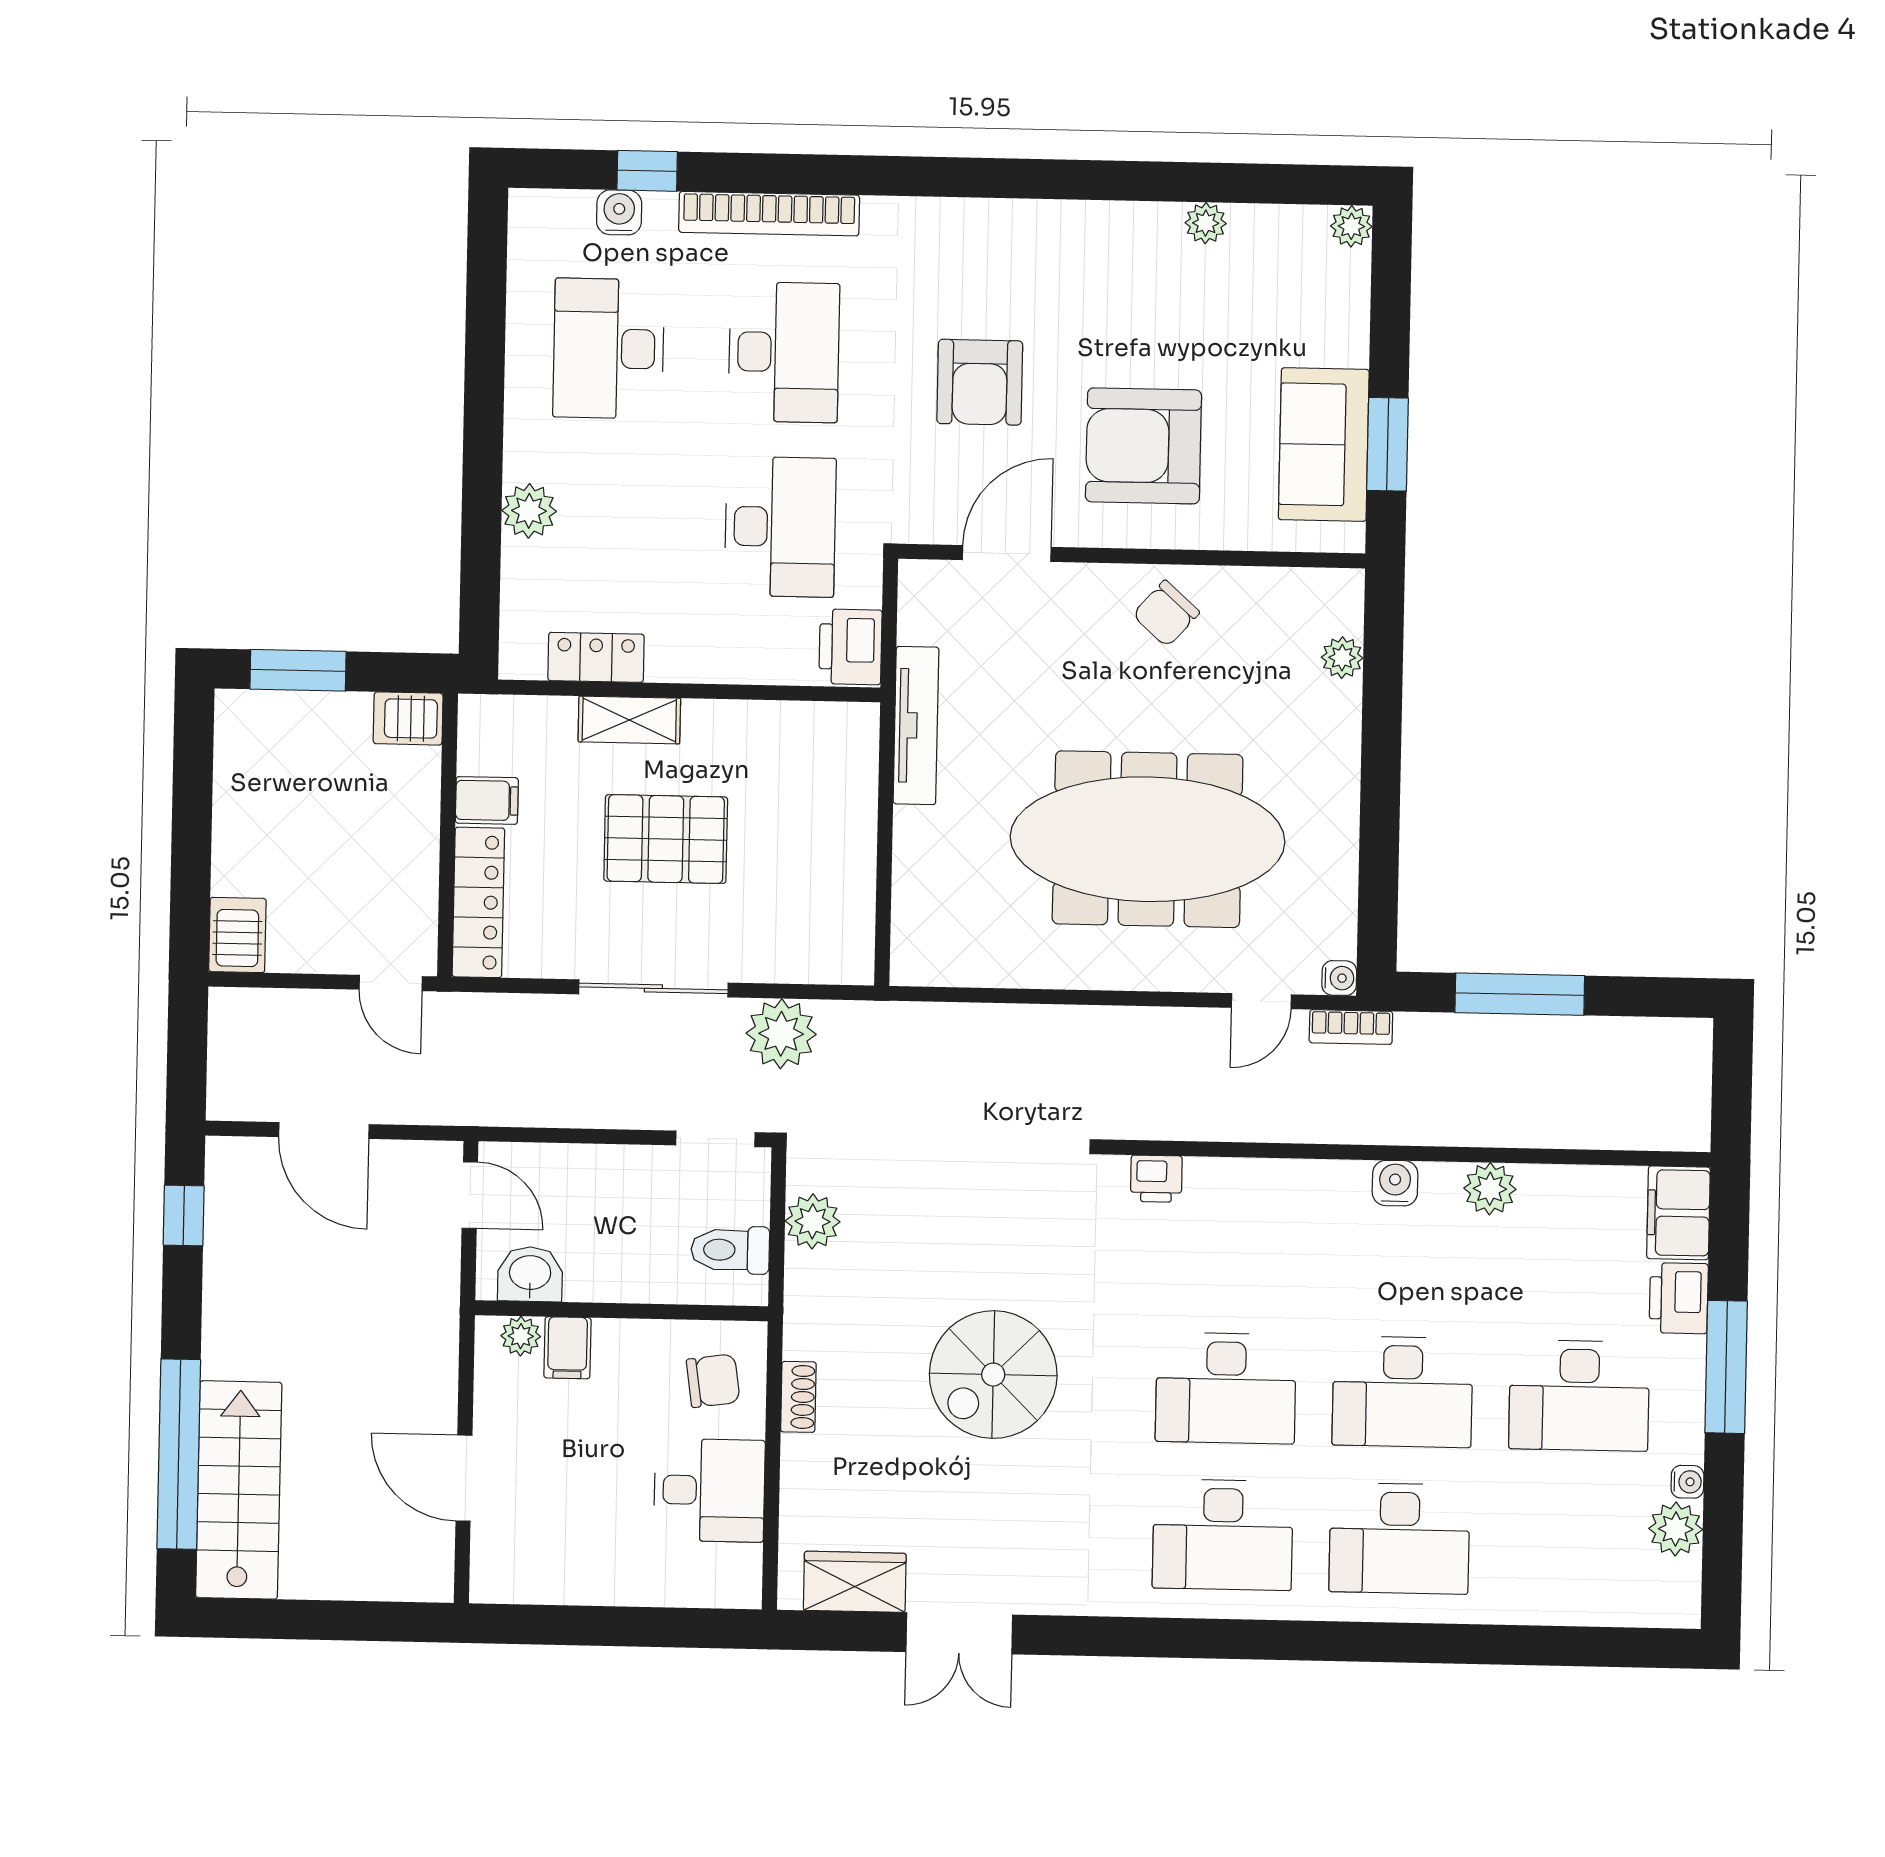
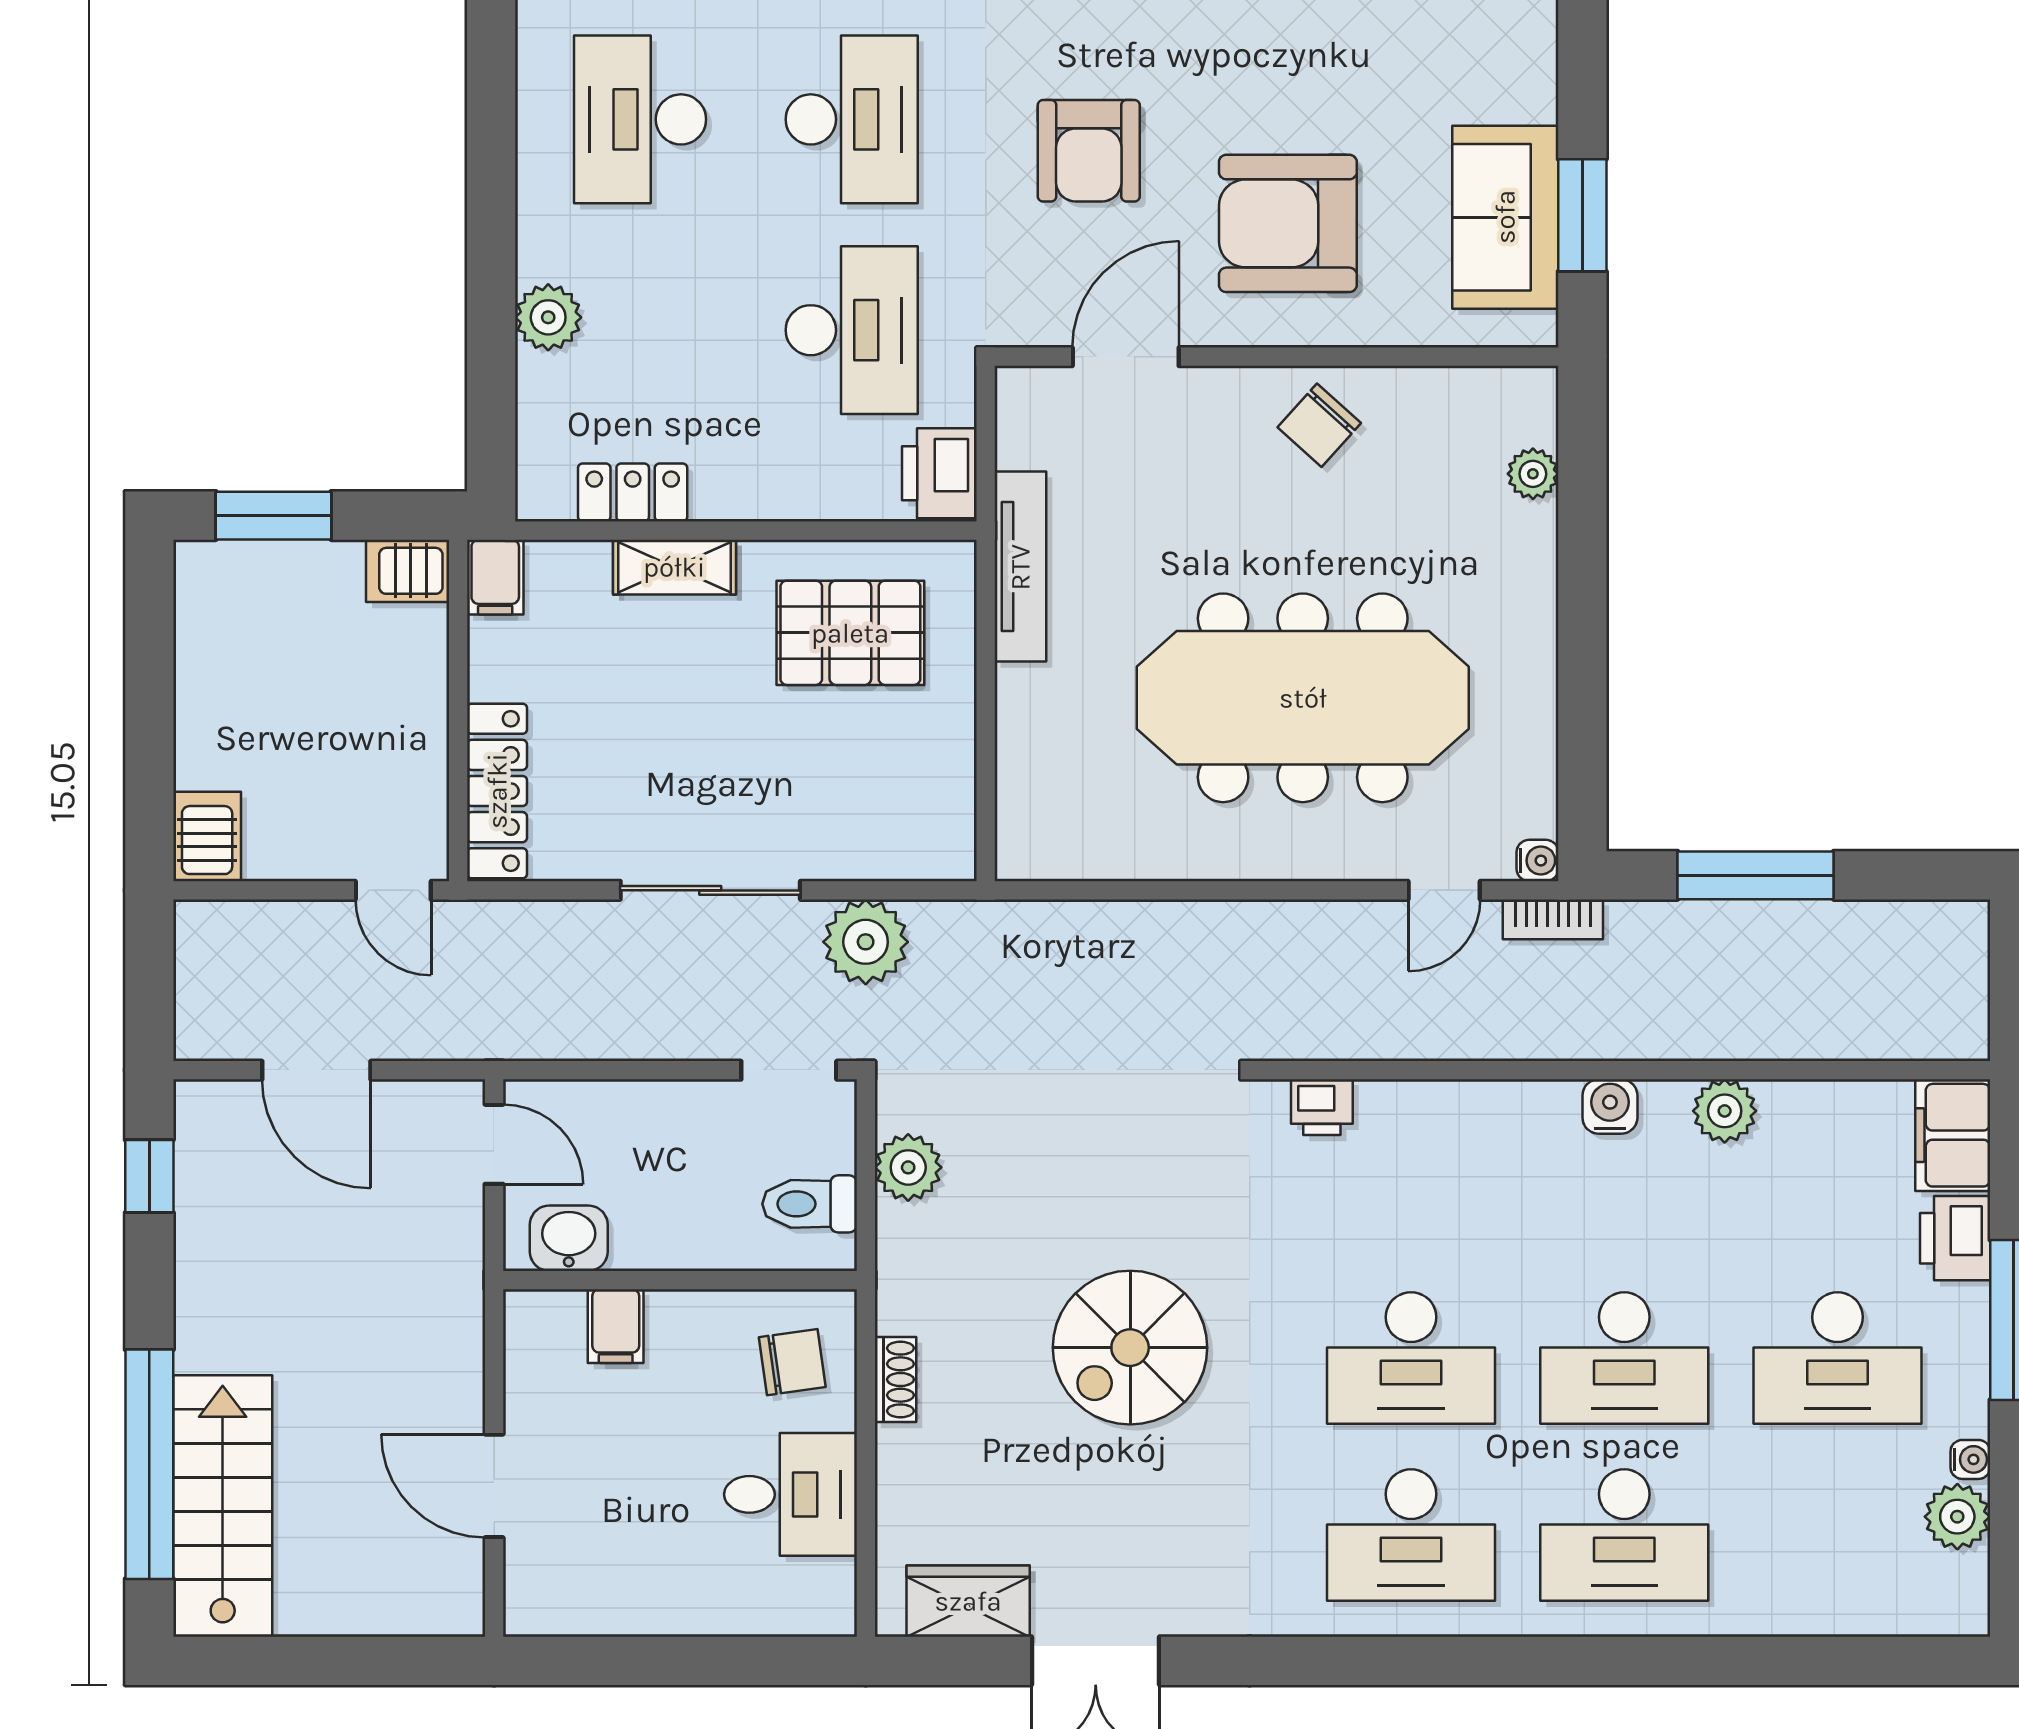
filing cabinet: (487, 800) -> (495, 577), moved, turned 90
pallet: (666, 839) -> (850, 633), moved
plant: (521, 1336) -> (559, 1313), removed

